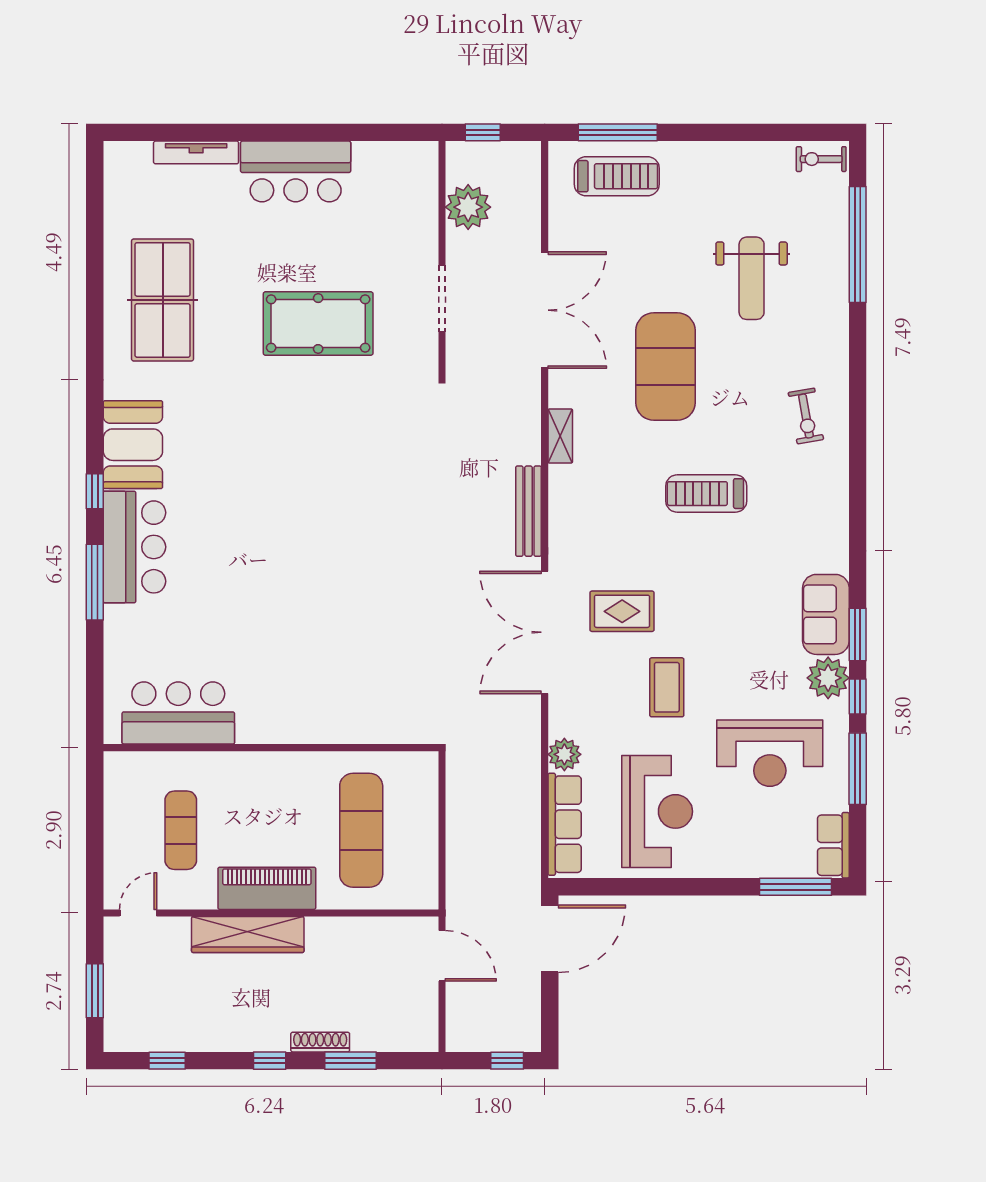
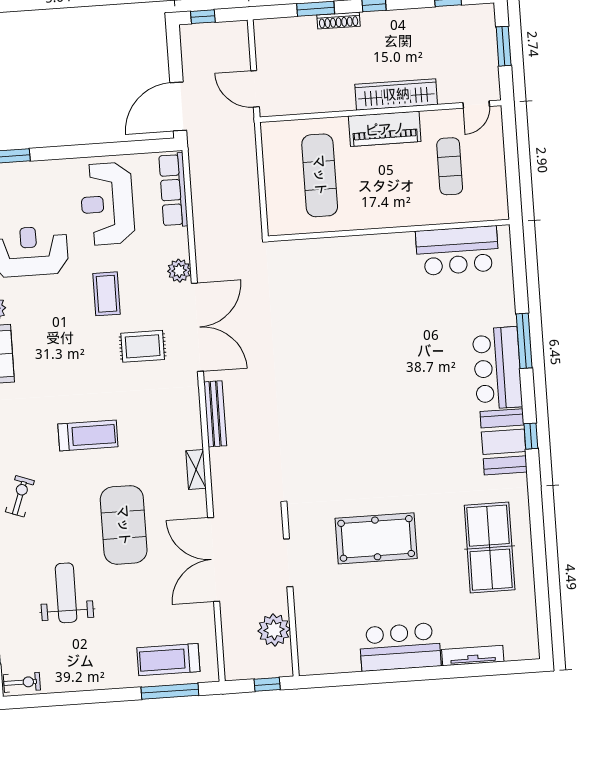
exercise bike: (806, 416) -> (20, 496), turned 30
window: (95, 491) -> (531, 436), moved
plant: (564, 754) -> (179, 271), moved

